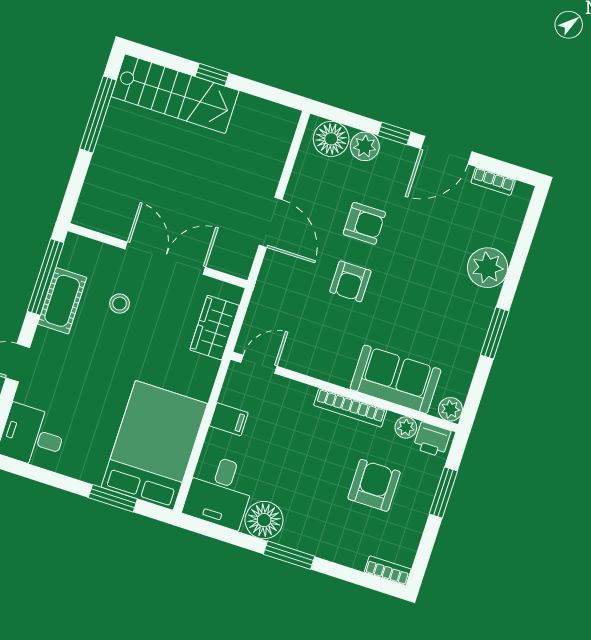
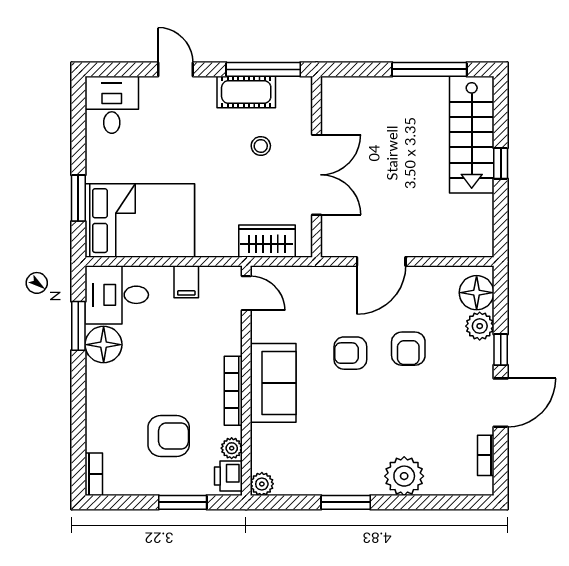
door: (446, 150) -> (501, 403), swing flipped
sofa: (395, 379) -> (273, 383), moved
window: (289, 555) -> (78, 326), moved

